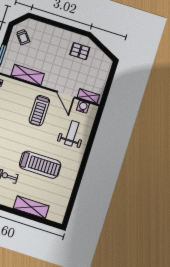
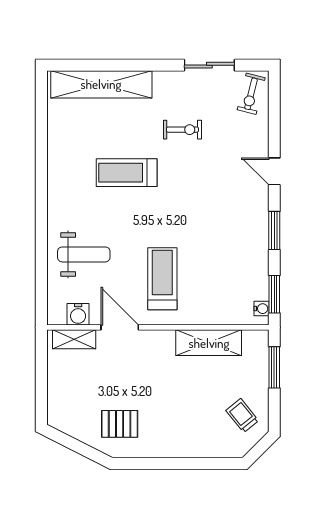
weight bench: (72, 133) -> (84, 254), turned -90
treadmill: (40, 165) -> (127, 173), width x0.73, depth x0.73
shelving: (31, 207) -> (101, 84), width x1.47

